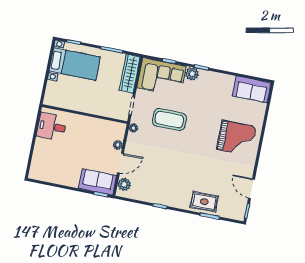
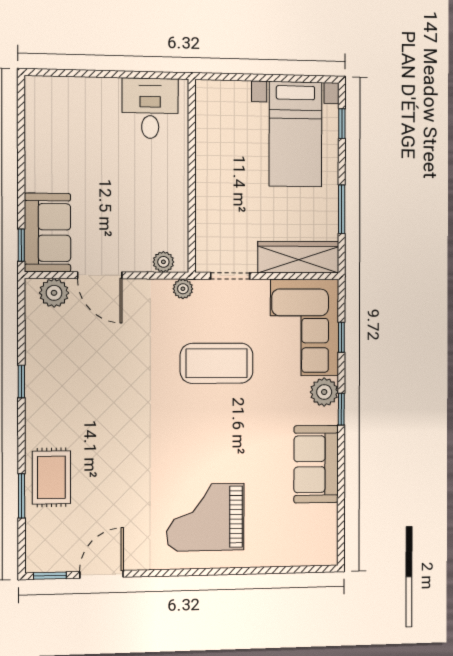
sofa: (252, 89) -> (316, 464), moved
coffee table: (169, 120) -> (217, 363), turned 90
grand piano: (236, 138) -> (205, 517), turned 90
plant: (118, 145) -> (163, 262), moved

